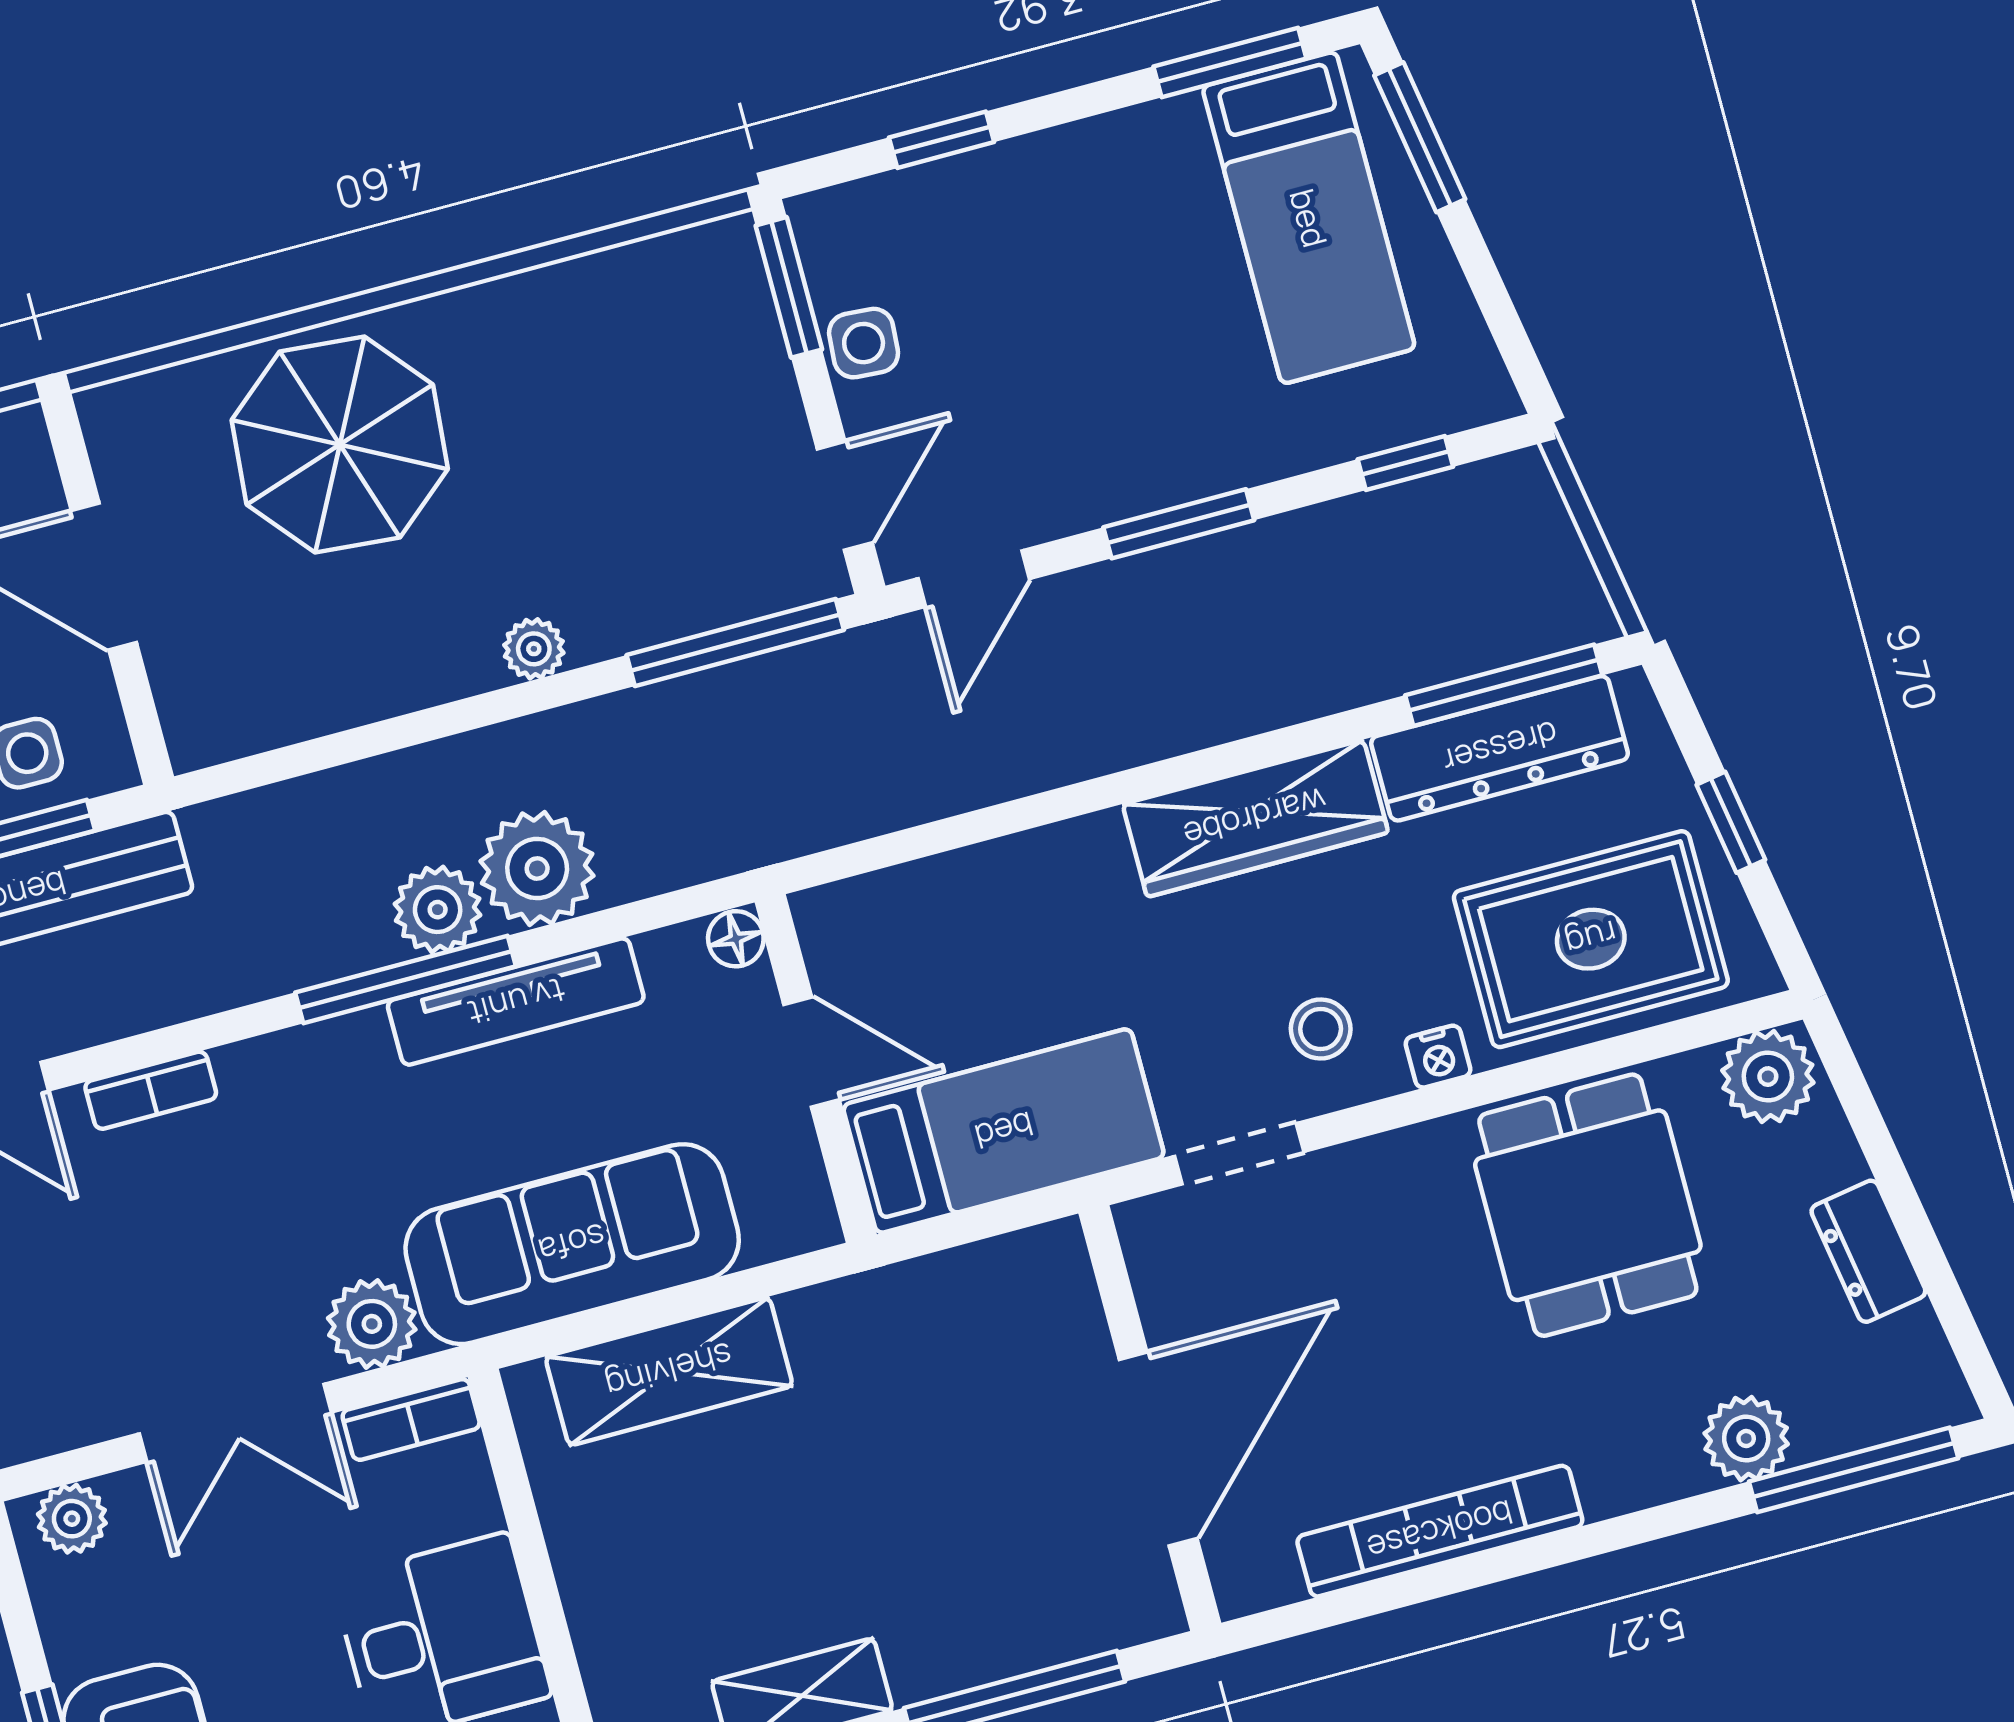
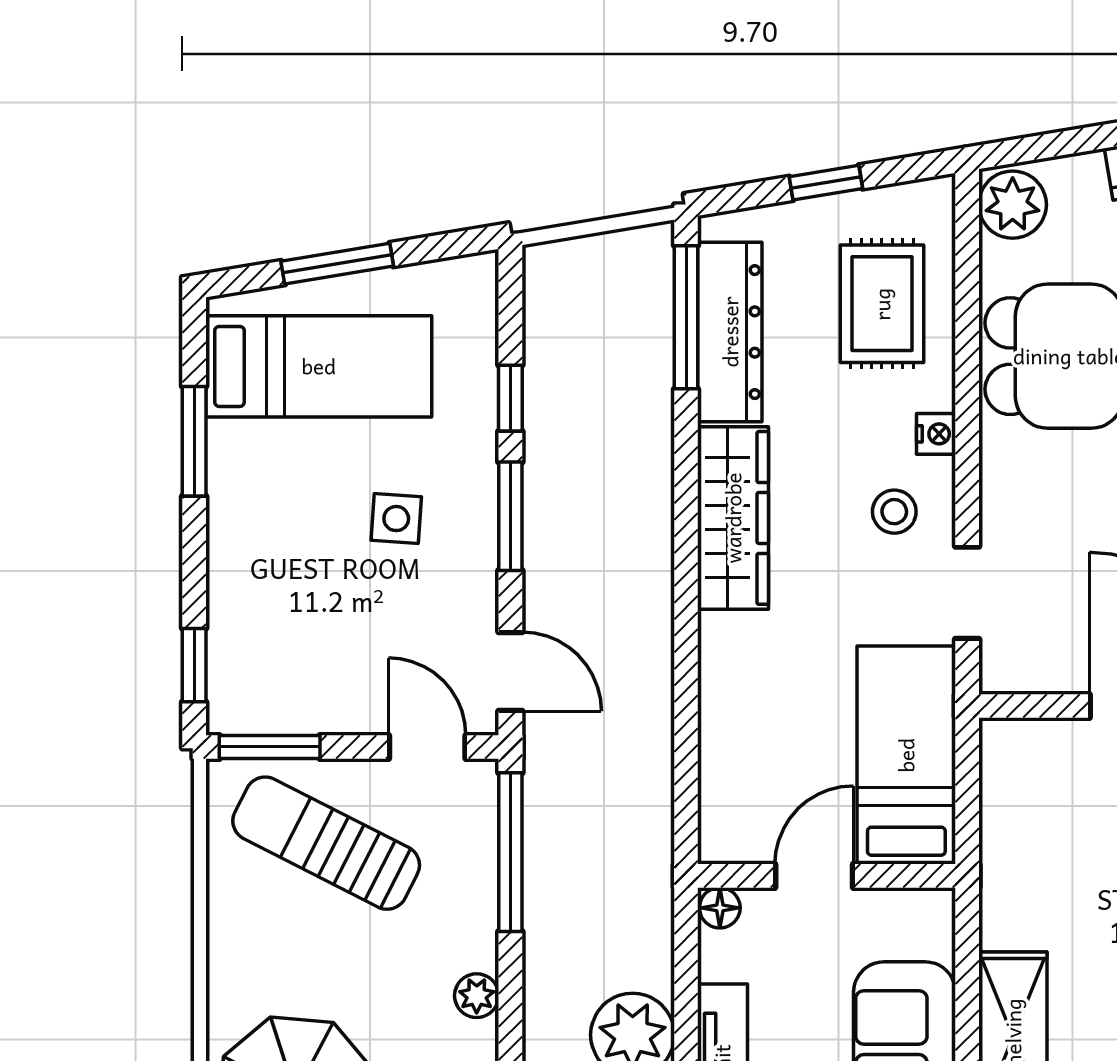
window: (1230, 62) -> (194, 441), moved
window: (1420, 137) -> (337, 264), moved
window: (942, 140) -> (194, 665), moved
side table: (864, 343) -> (396, 519), moved
sun lounger: (682, 396) -> (326, 843), added
window: (1405, 463) -> (510, 398), moved
rug: (1591, 939) -> (882, 304), width x0.73, depth x0.70

